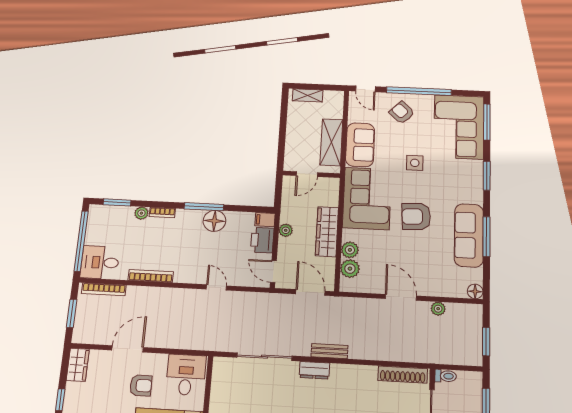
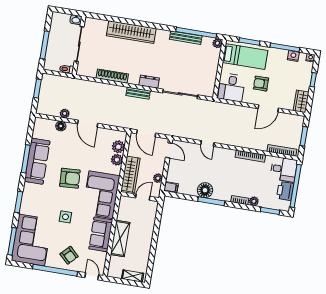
door: (307, 174) -> (143, 197), moved
wall: (311, 174) -> (140, 197), moved
printer: (262, 240) -> (285, 191), moved, turned 180
floor lamp: (475, 291) -> (61, 126), moved
shoe rack: (403, 375) -> (112, 76), moved

